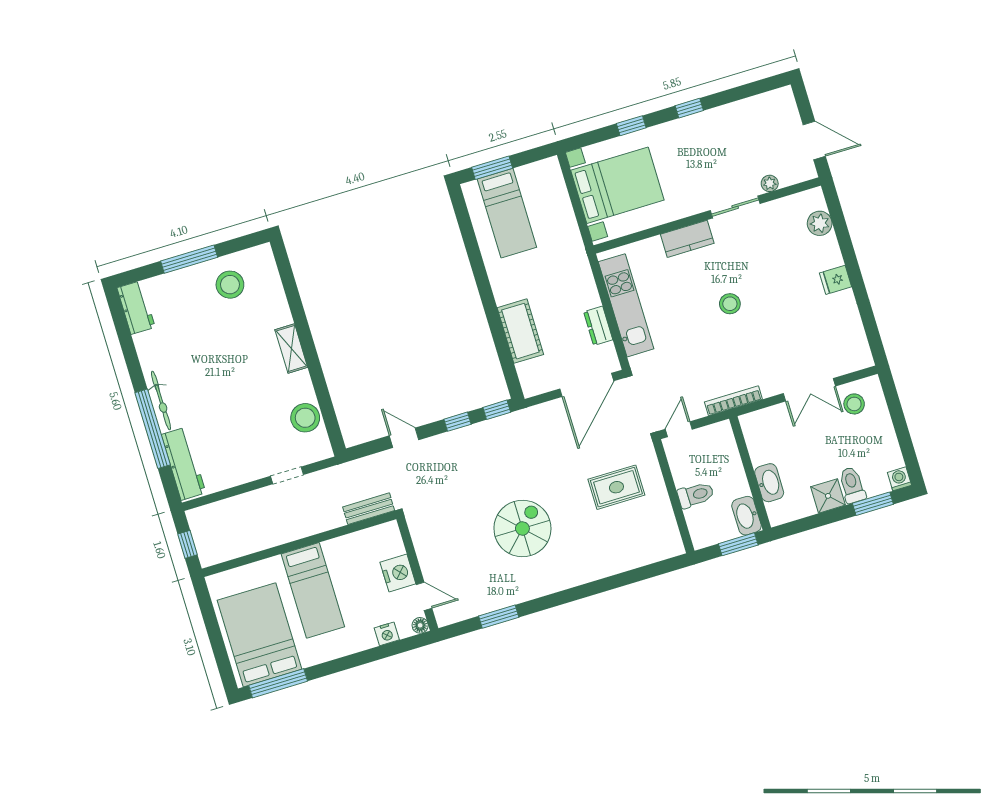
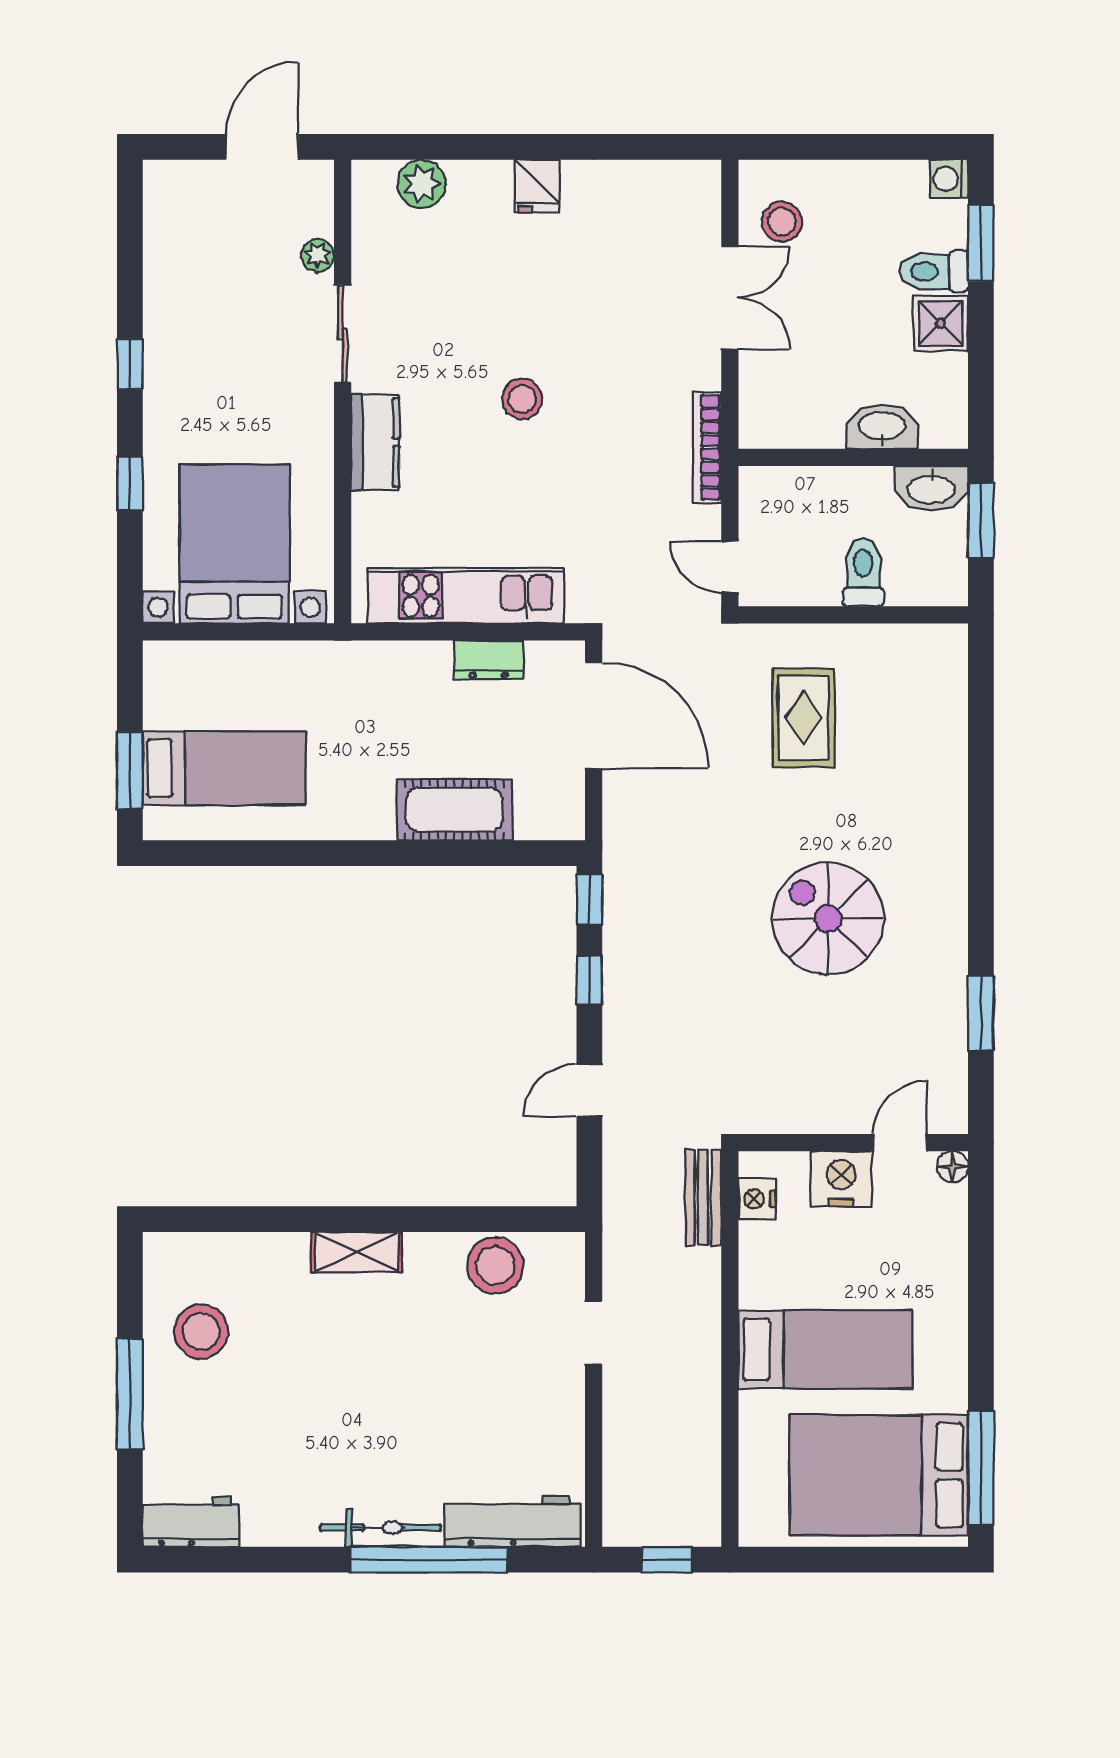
nightstand: (387, 634) -> (757, 1199), moved, turned 180

